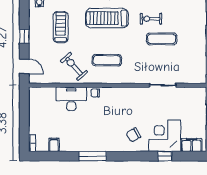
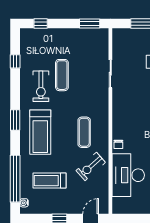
exercise bike: (151, 19) -> (41, 86), width x1.38, depth x1.39
desk: (71, 99) -> (128, 175), width x1.36, depth x1.30

